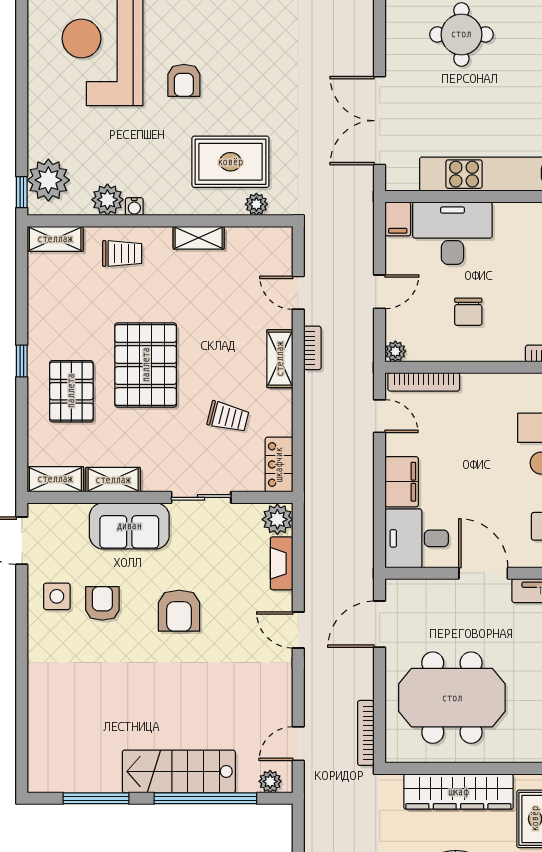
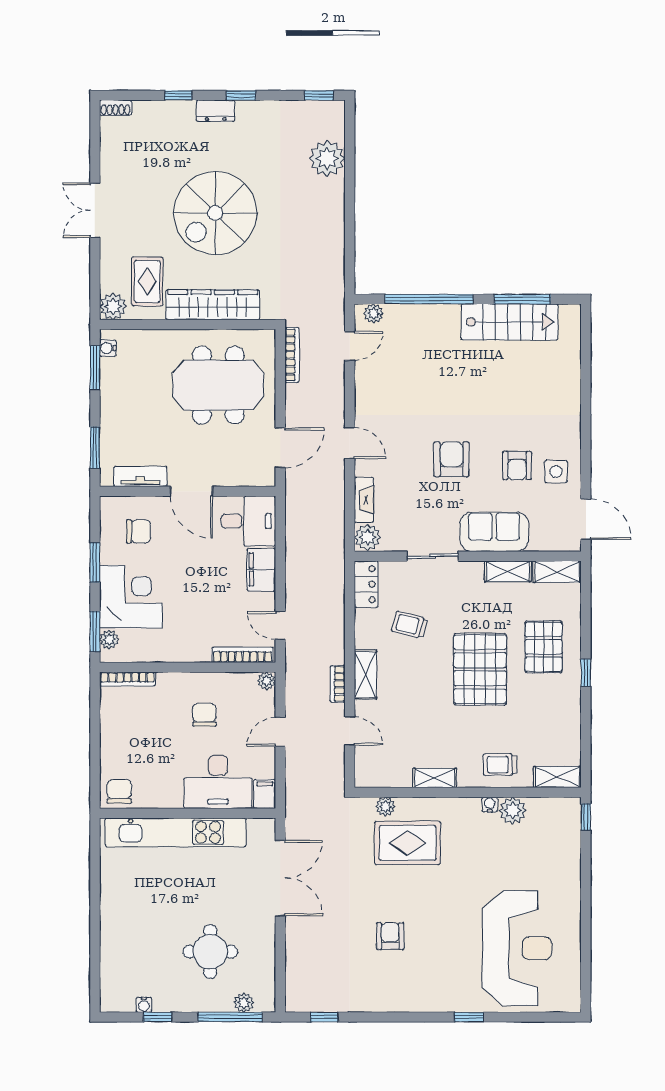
armchair: (184, 80) -> (390, 936), moved
plant: (48, 180) -> (563, 827), removed
stairs: (179, 771) -> (510, 322), moved

